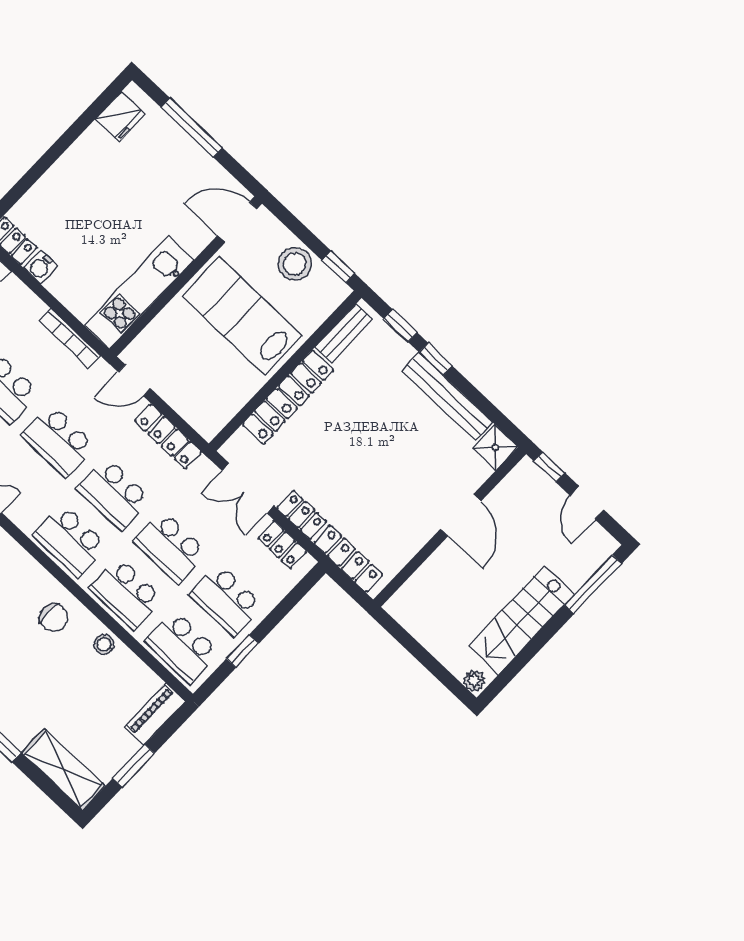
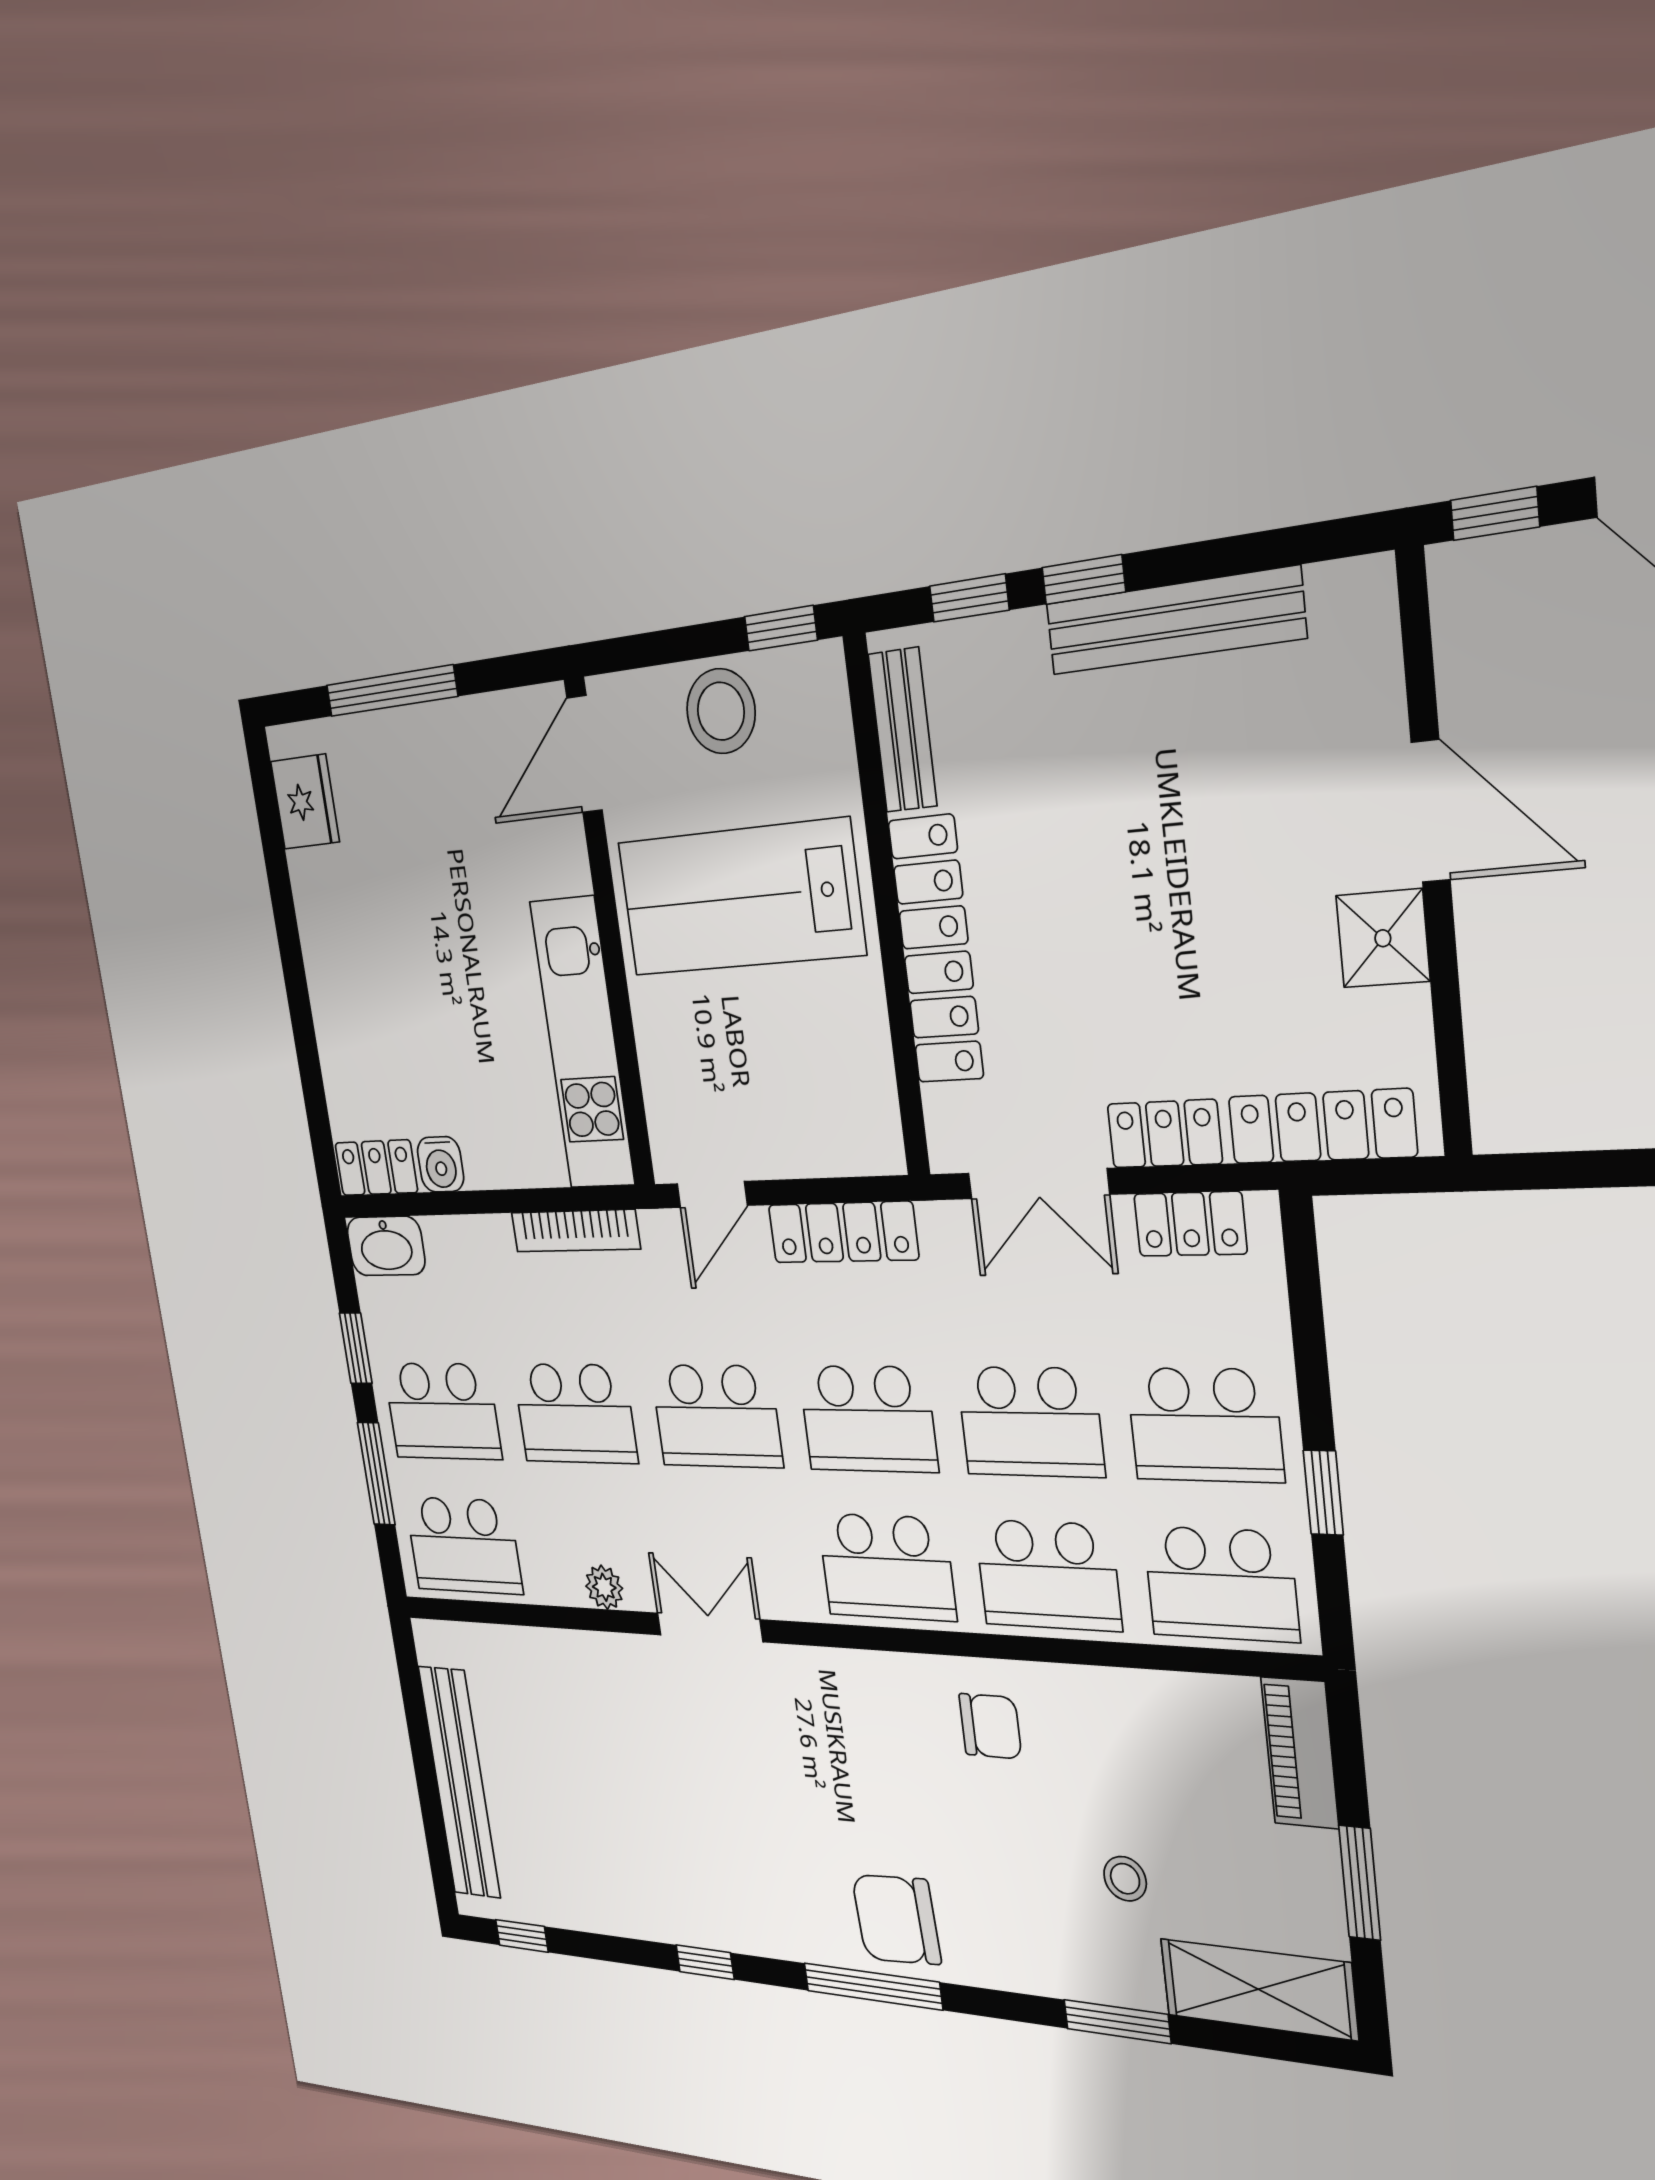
shower: (495, 447) -> (1383, 938), moved
stool: (104, 644) -> (1125, 1879), moved

